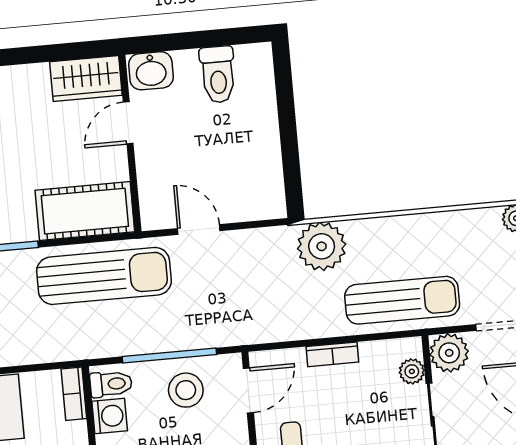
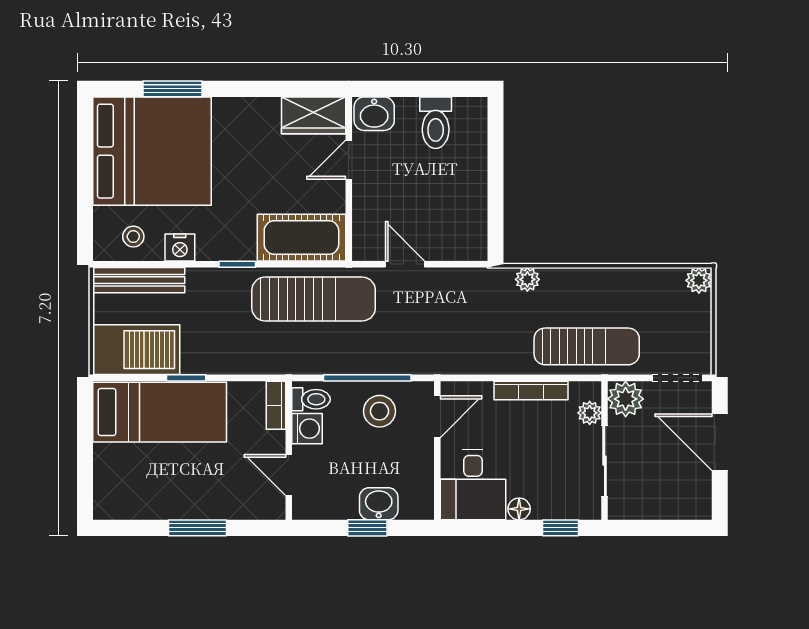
plant: (322, 246) -> (527, 279), width x0.53, depth x0.53
bookcase: (332, 354) -> (531, 390), width x1.56

